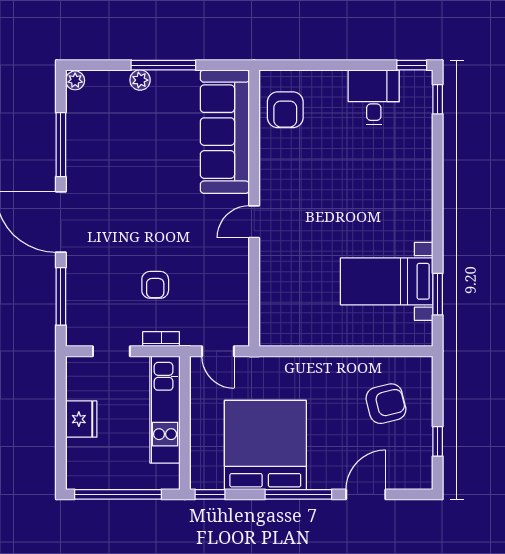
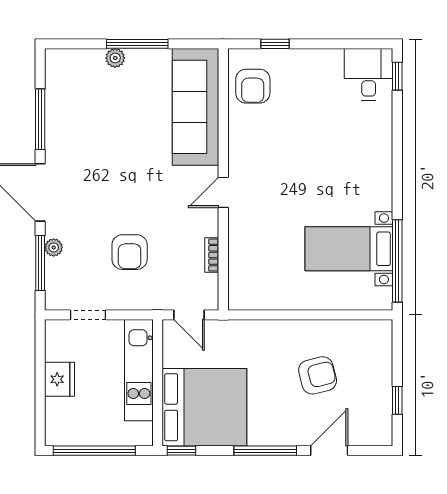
window: (412, 65) -> (275, 44), moved
plant: (75, 80) -> (54, 247), moved
desk: (374, 97) -> (369, 74), moved
armchair: (155, 285) -> (130, 252), width x1.38, depth x1.38
window: (438, 294) -> (397, 261), width x2.11
bookcase: (161, 339) -> (212, 255), moved, turned -90
armchair: (386, 404) -> (318, 375), moved
bed: (265, 445) -> (204, 407), moved, turned 90

